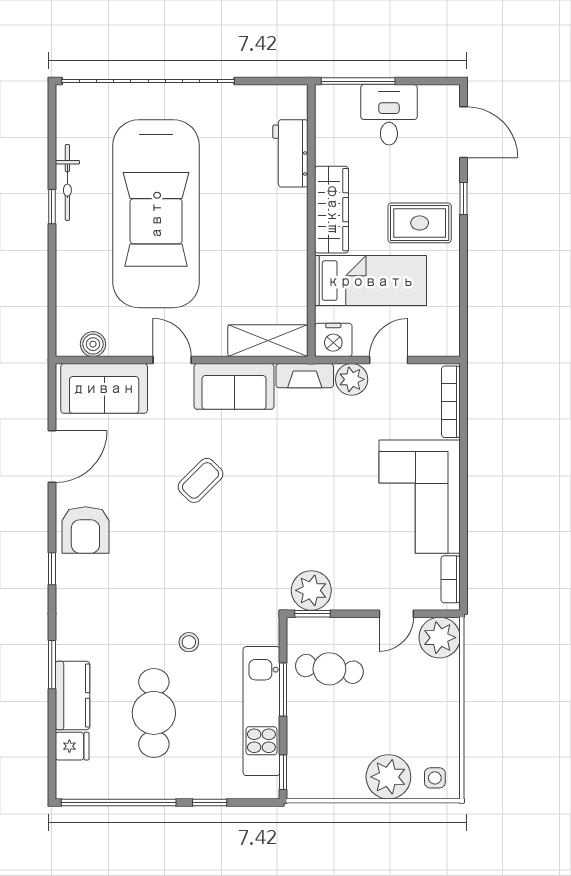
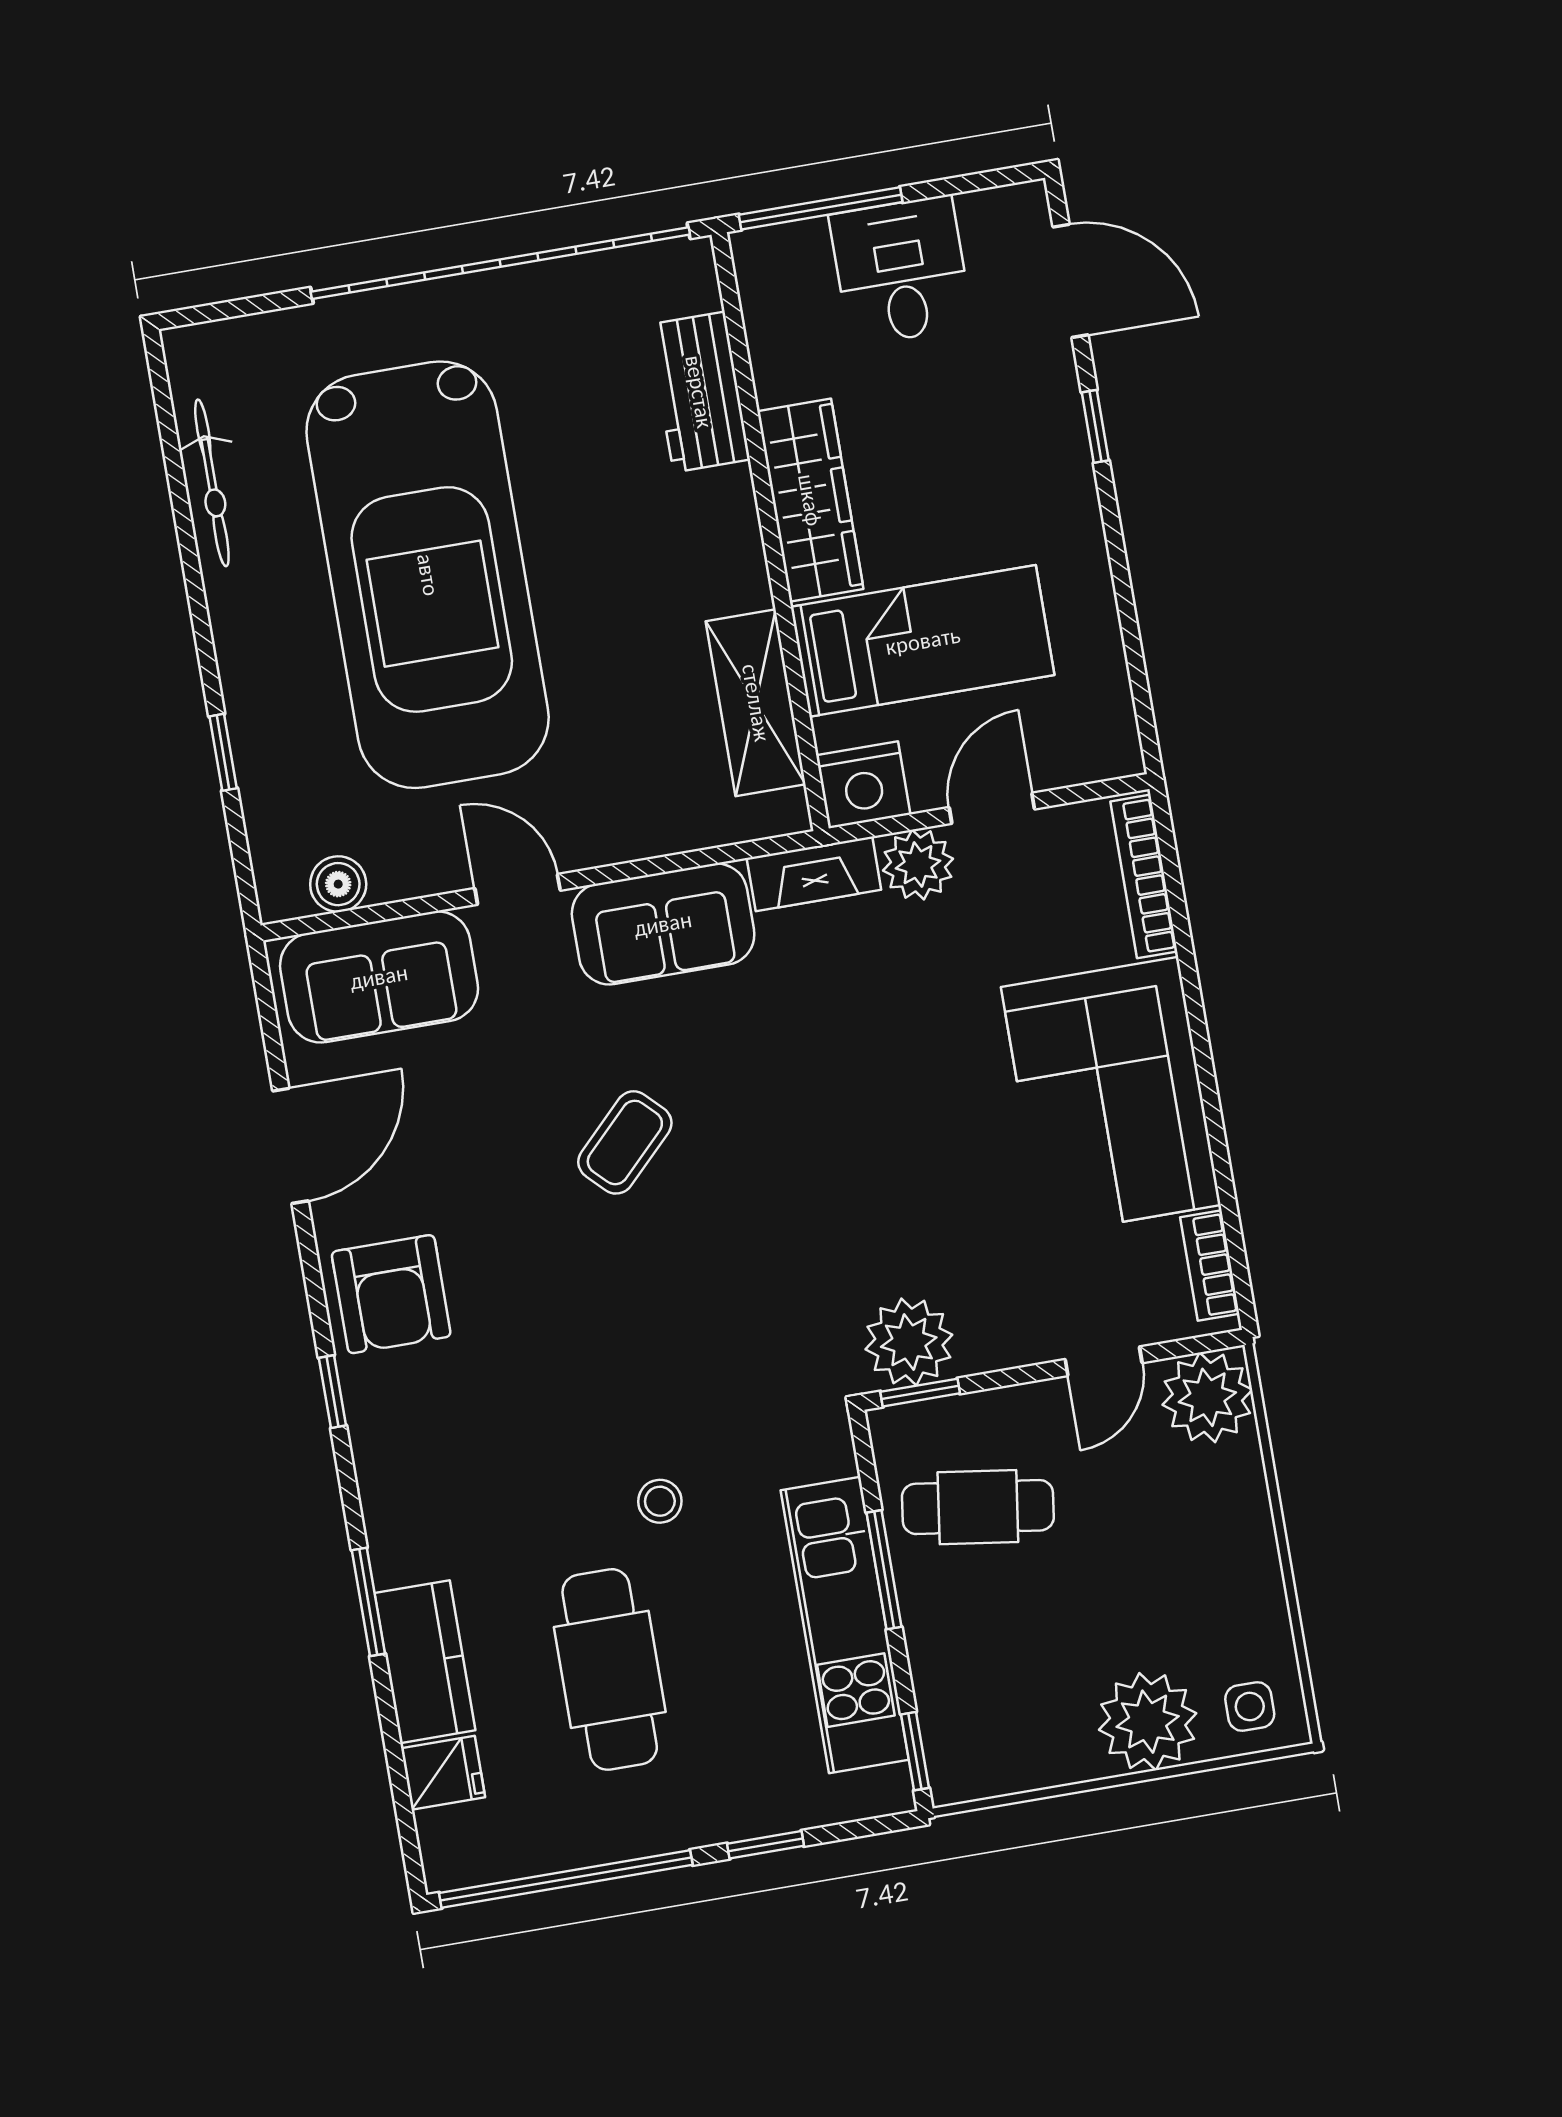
garage door: (148, 81) -> (500, 263), moved
bicycle: (67, 182) -> (212, 483), moved
window: (52, 207) -> (223, 752), moved
rug: (420, 223) -> (1008, 496), removed
shelving: (268, 341) -> (756, 703), moved, turned 90

